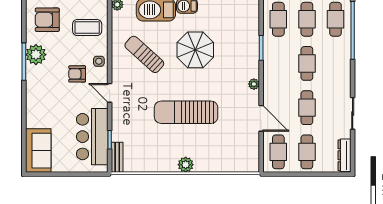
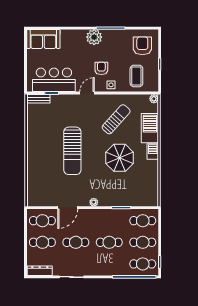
plant: (36, 55) -> (94, 37), moved
sun lounger: (186, 112) -> (72, 151), turned 180
plant: (186, 165) -> (33, 151), removed

